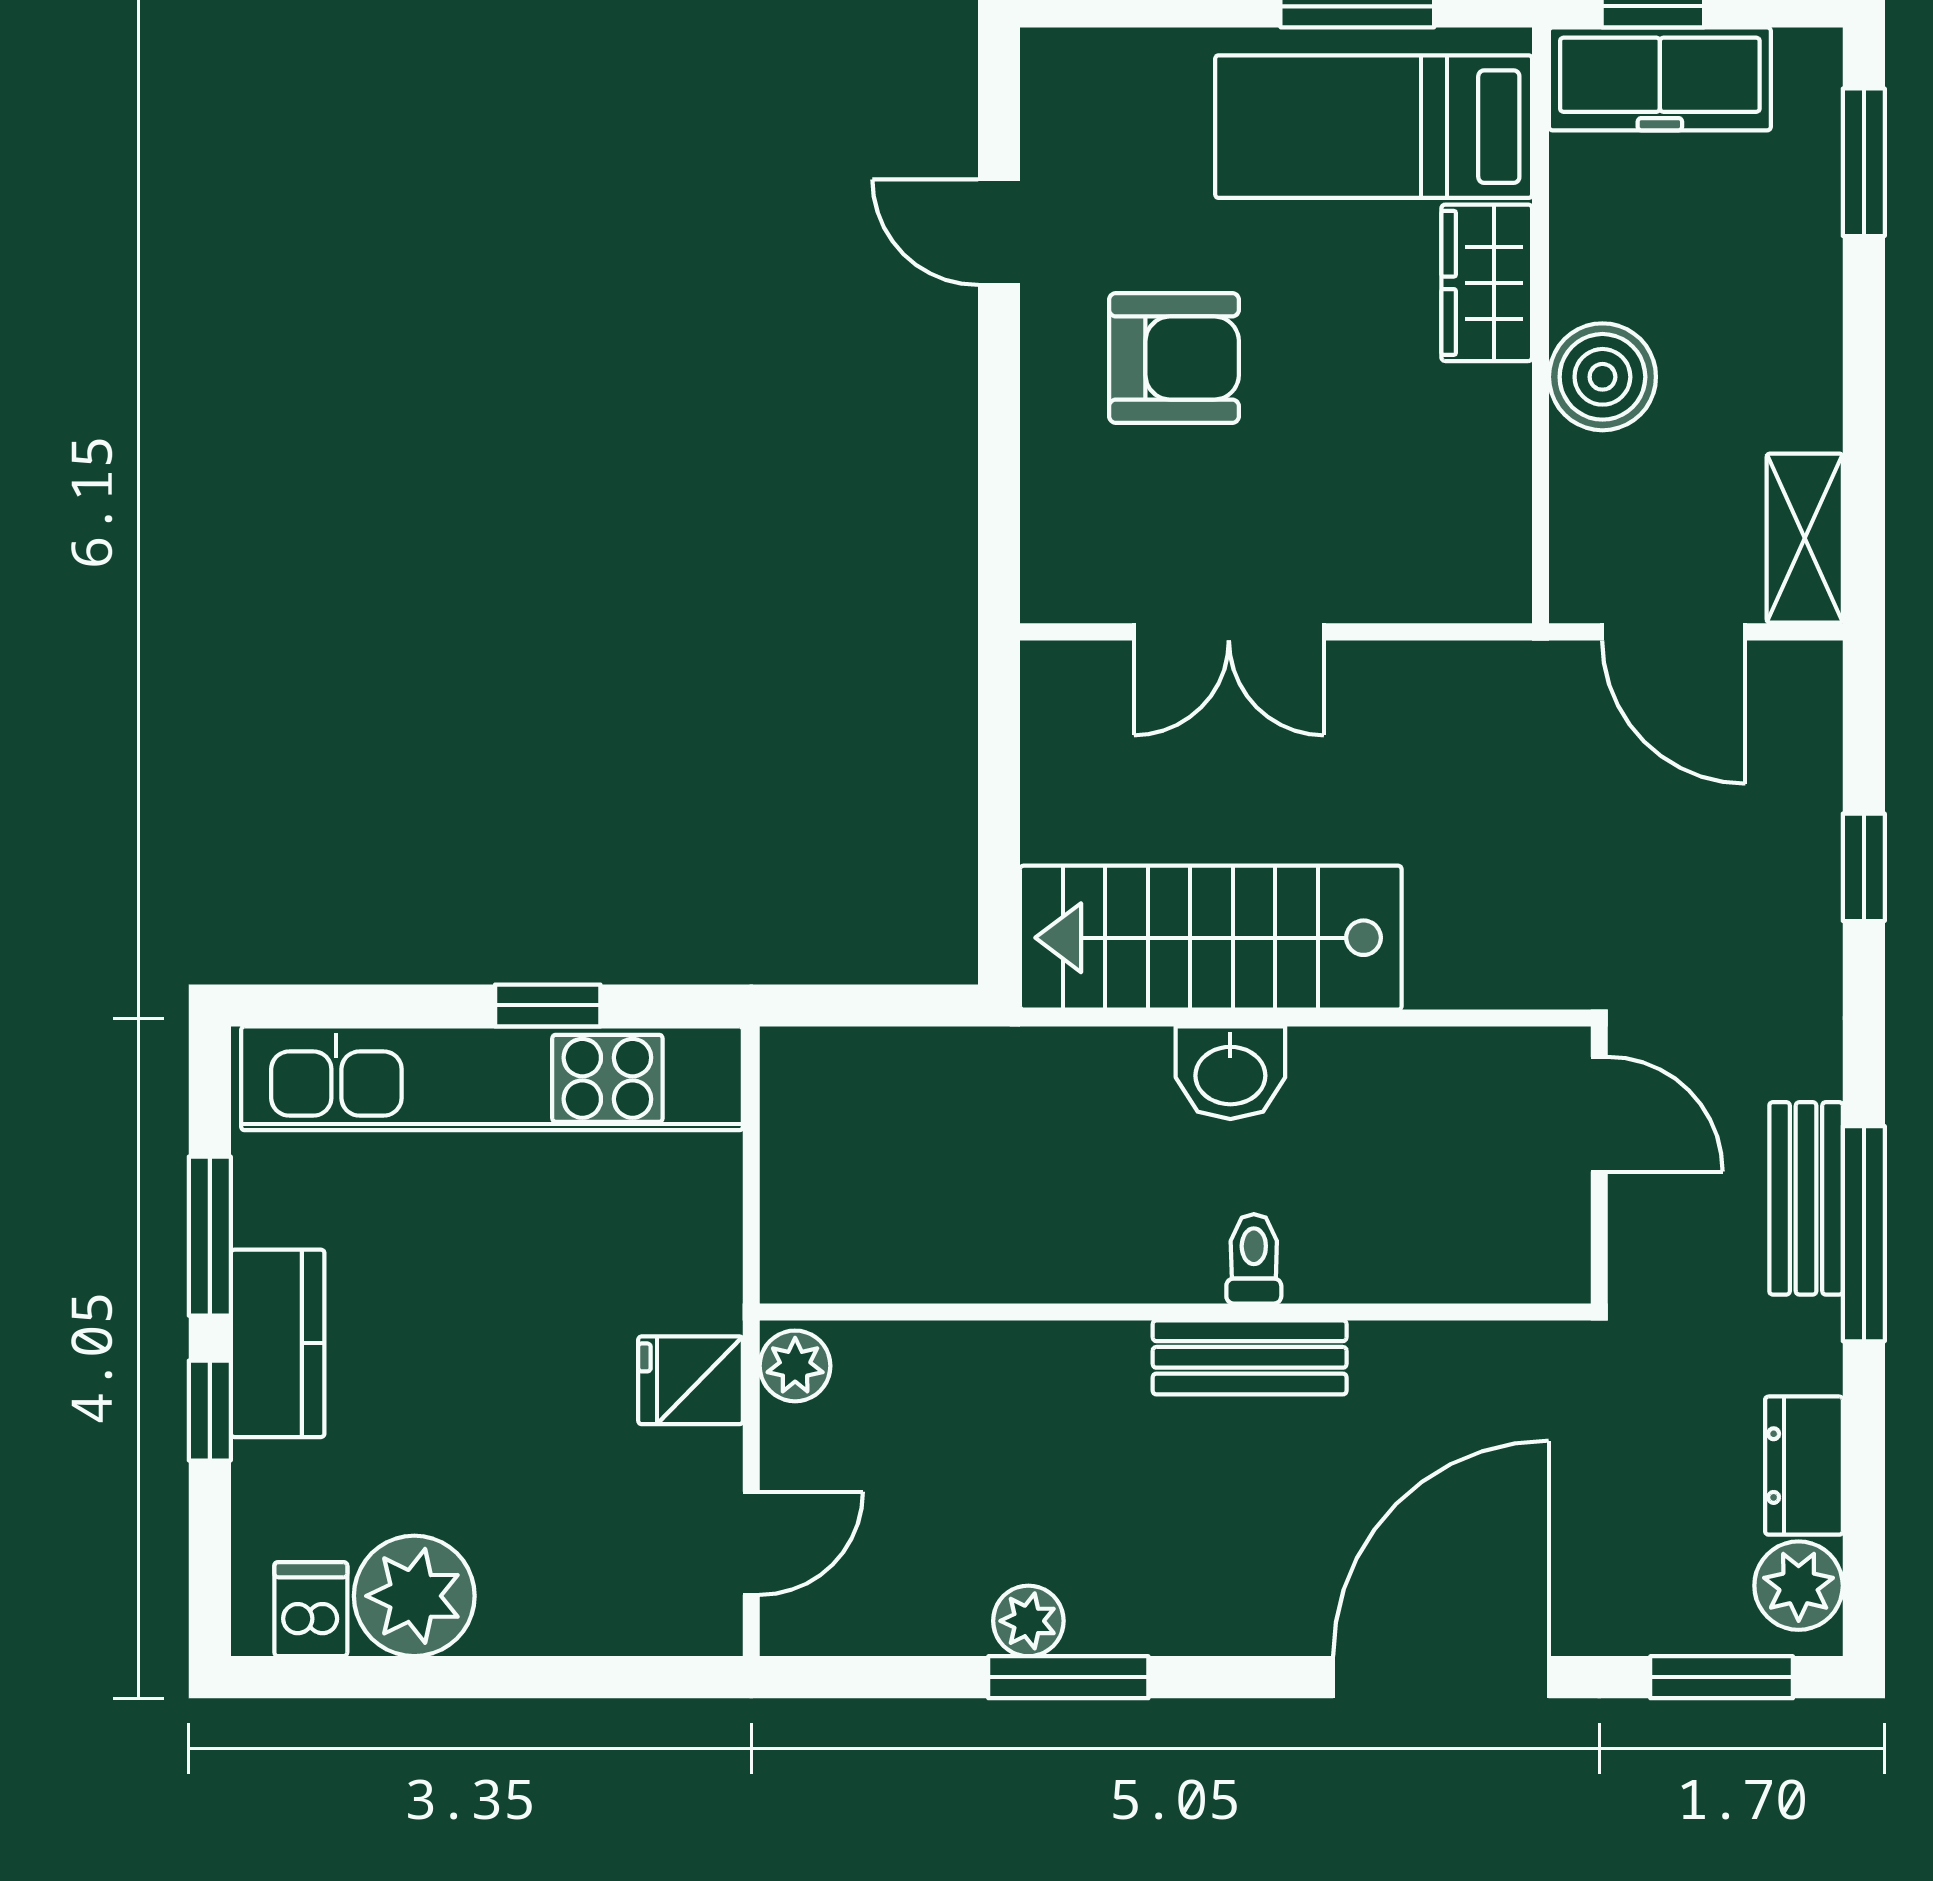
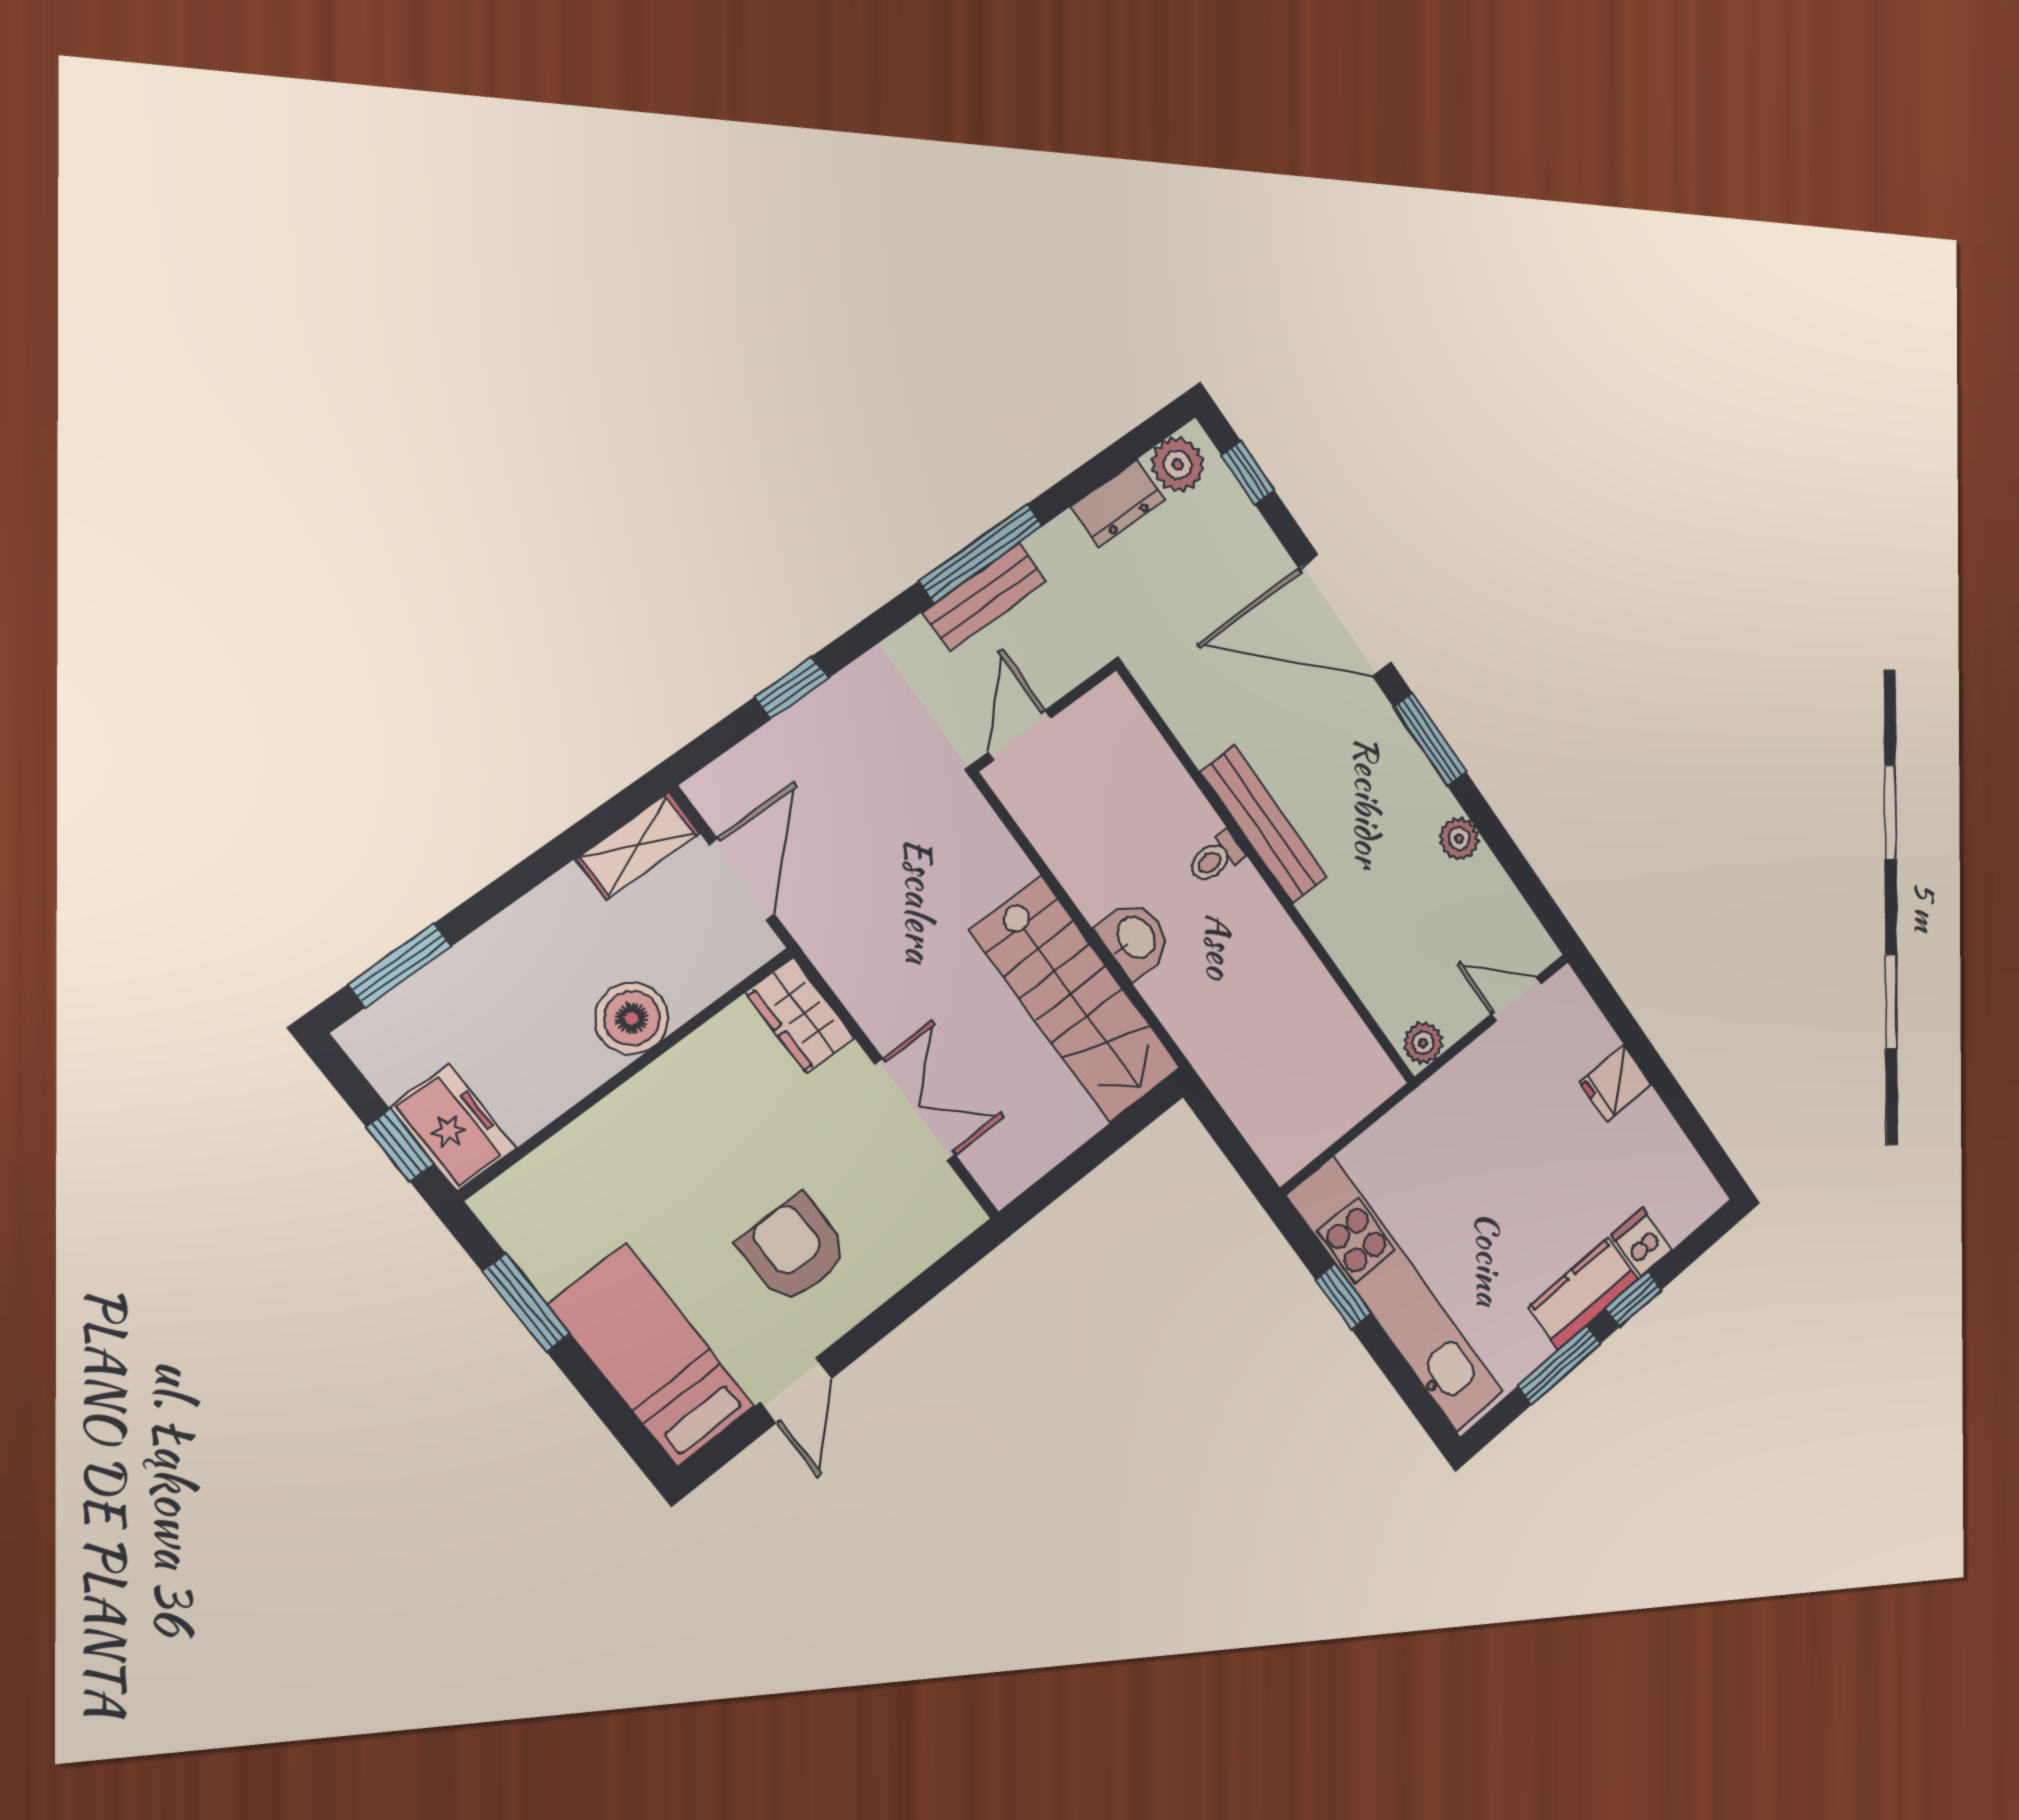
freezer: (1660, 79) -> (453, 1128), width x0.71
bed: (1374, 127) -> (652, 1356), moved, turned 180
wardrobe: (1487, 283) -> (800, 1016), moved, turned 90
bench: (1250, 1357) -> (1263, 824), width x1.36
fridge: (691, 1380) -> (1615, 1083), moved, turned 90
plant: (414, 1596) -> (1647, 1137), removed
dishwasher: (311, 1609) -> (1642, 1242), moved, turned 90
window: (1068, 1677) -> (1430, 739), moved
window: (1722, 1677) -> (1248, 473), width x0.67

